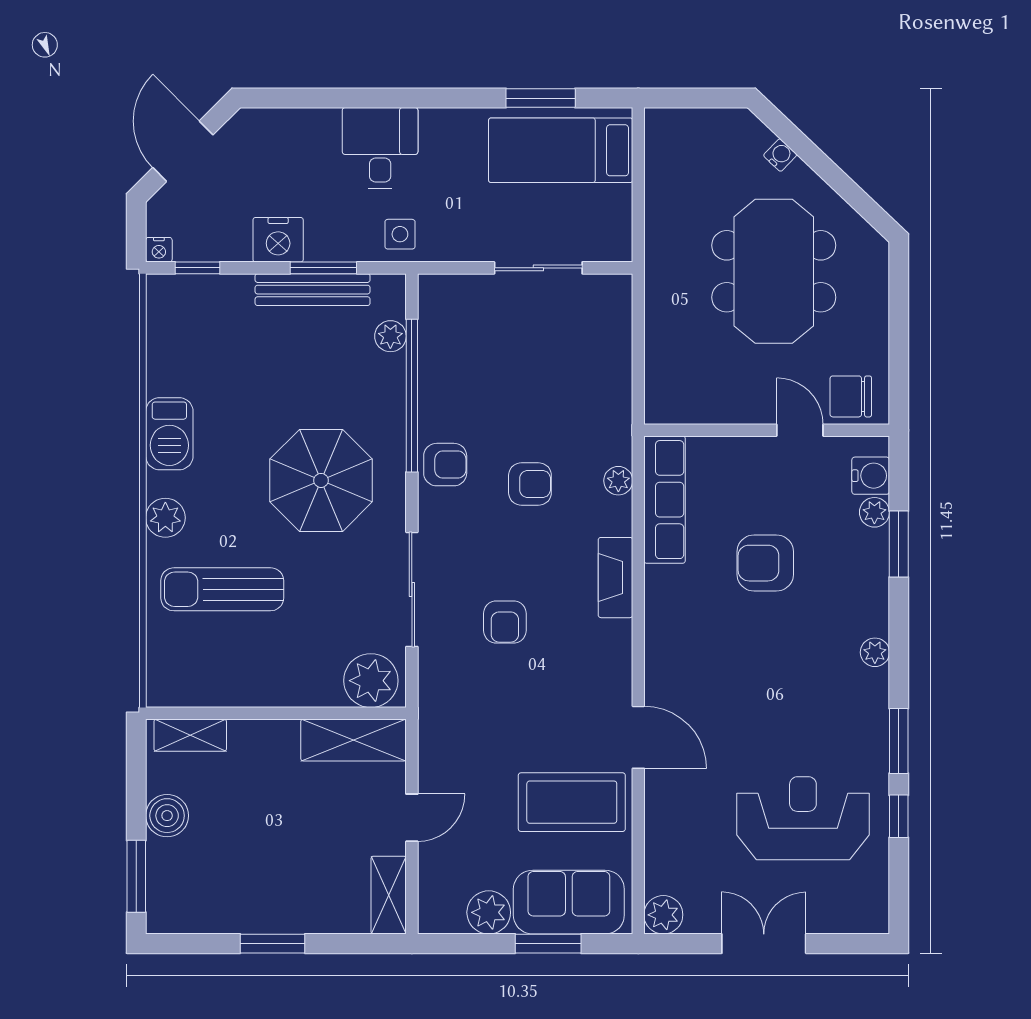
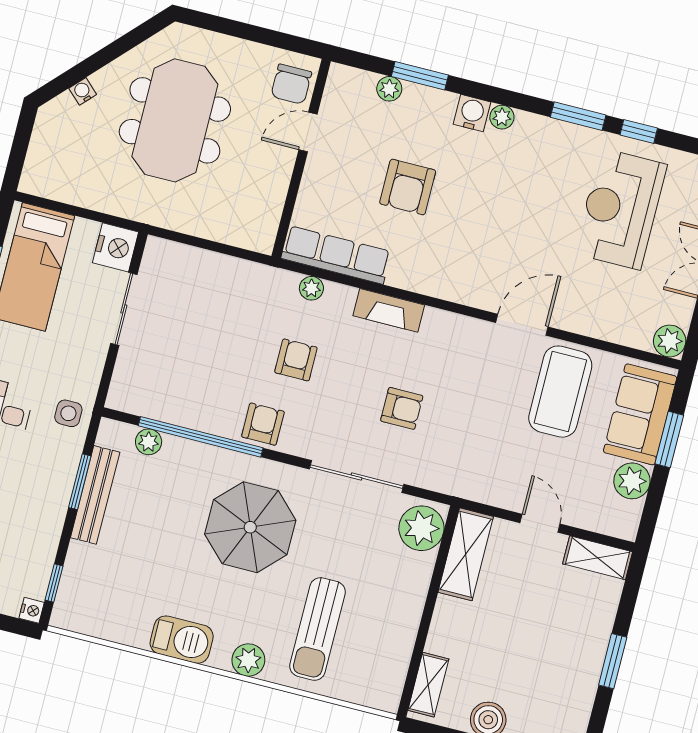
nightstand: (278, 240) -> (115, 247), moved
meeting table: (774, 271) -> (175, 120), turned 90
water cooler: (871, 476) -> (472, 113), moved

